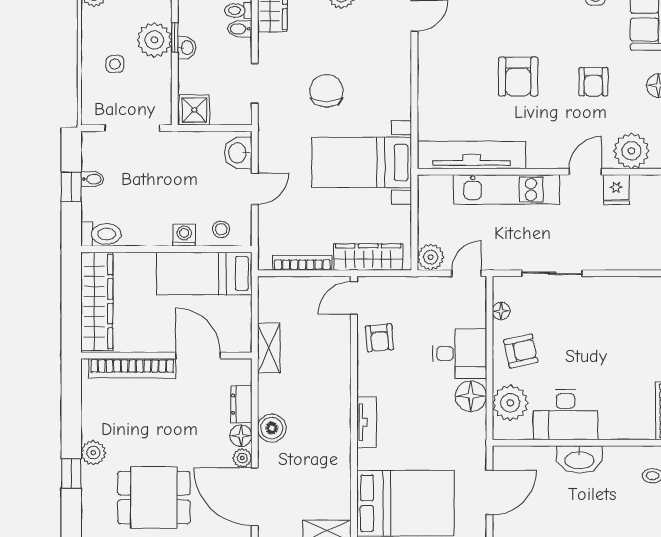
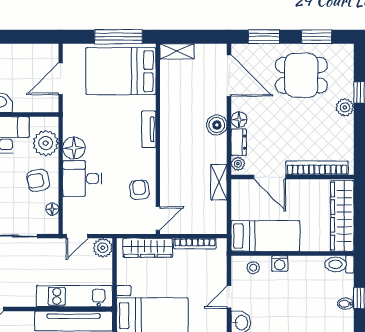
kitchen unit: (507, 190) -> (74, 296), moved
plant: (242, 458) -> (238, 164), moved

